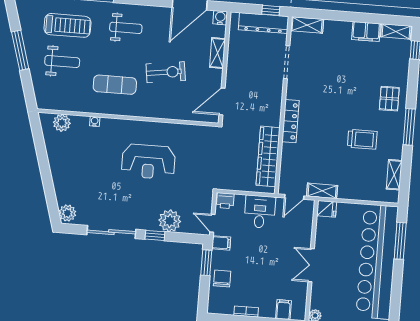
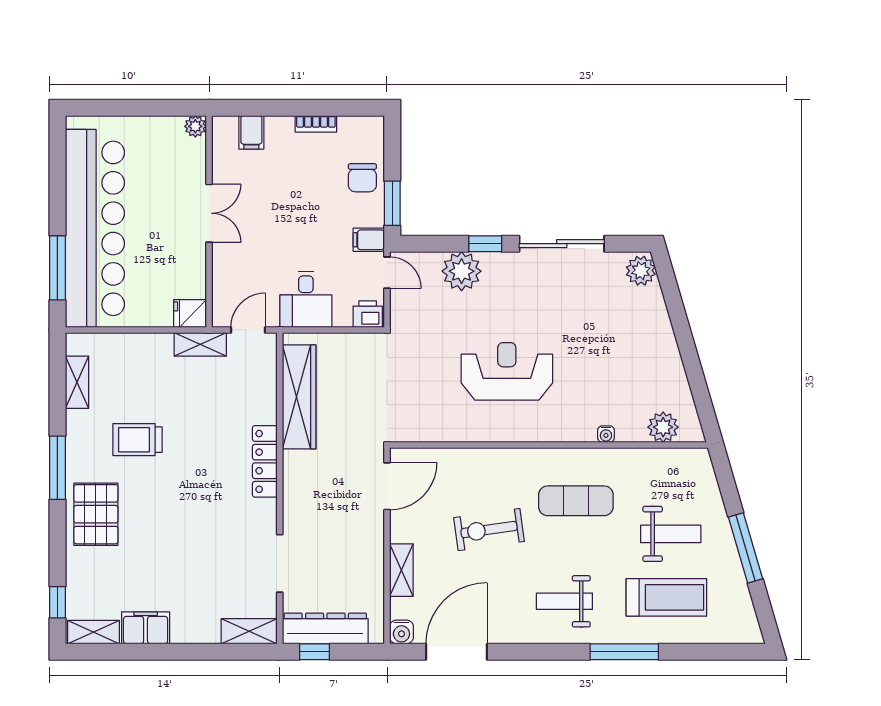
treadmill: (67, 25) -> (666, 597), turned 180
weight bench: (62, 62) -> (671, 534), turned 180
pallet: (389, 99) -> (96, 514), width x1.50, depth x1.42

